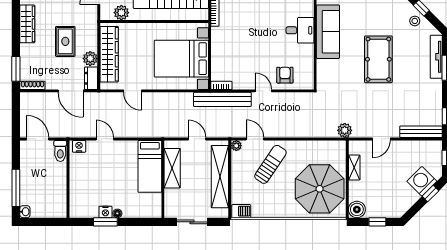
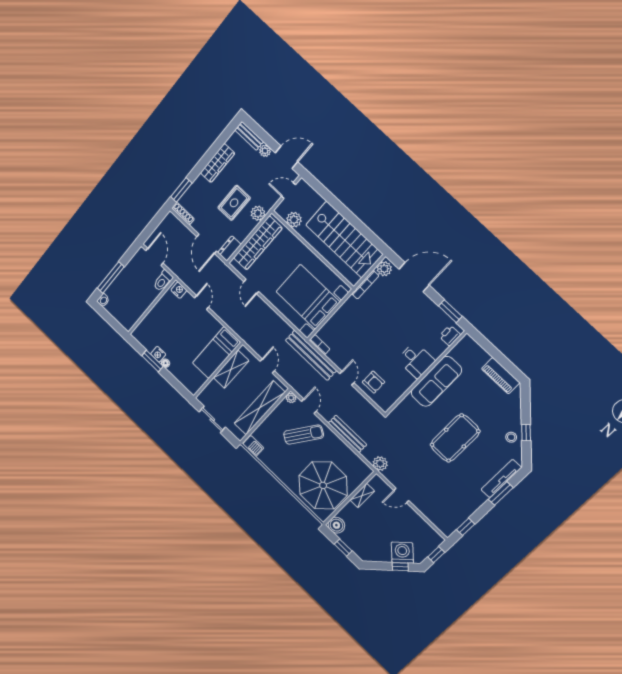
plant: (90, 59) -> (258, 213), moved
armchair: (285, 75) -> (373, 382), turned 90
bench: (421, 132) -> (347, 434), moved

